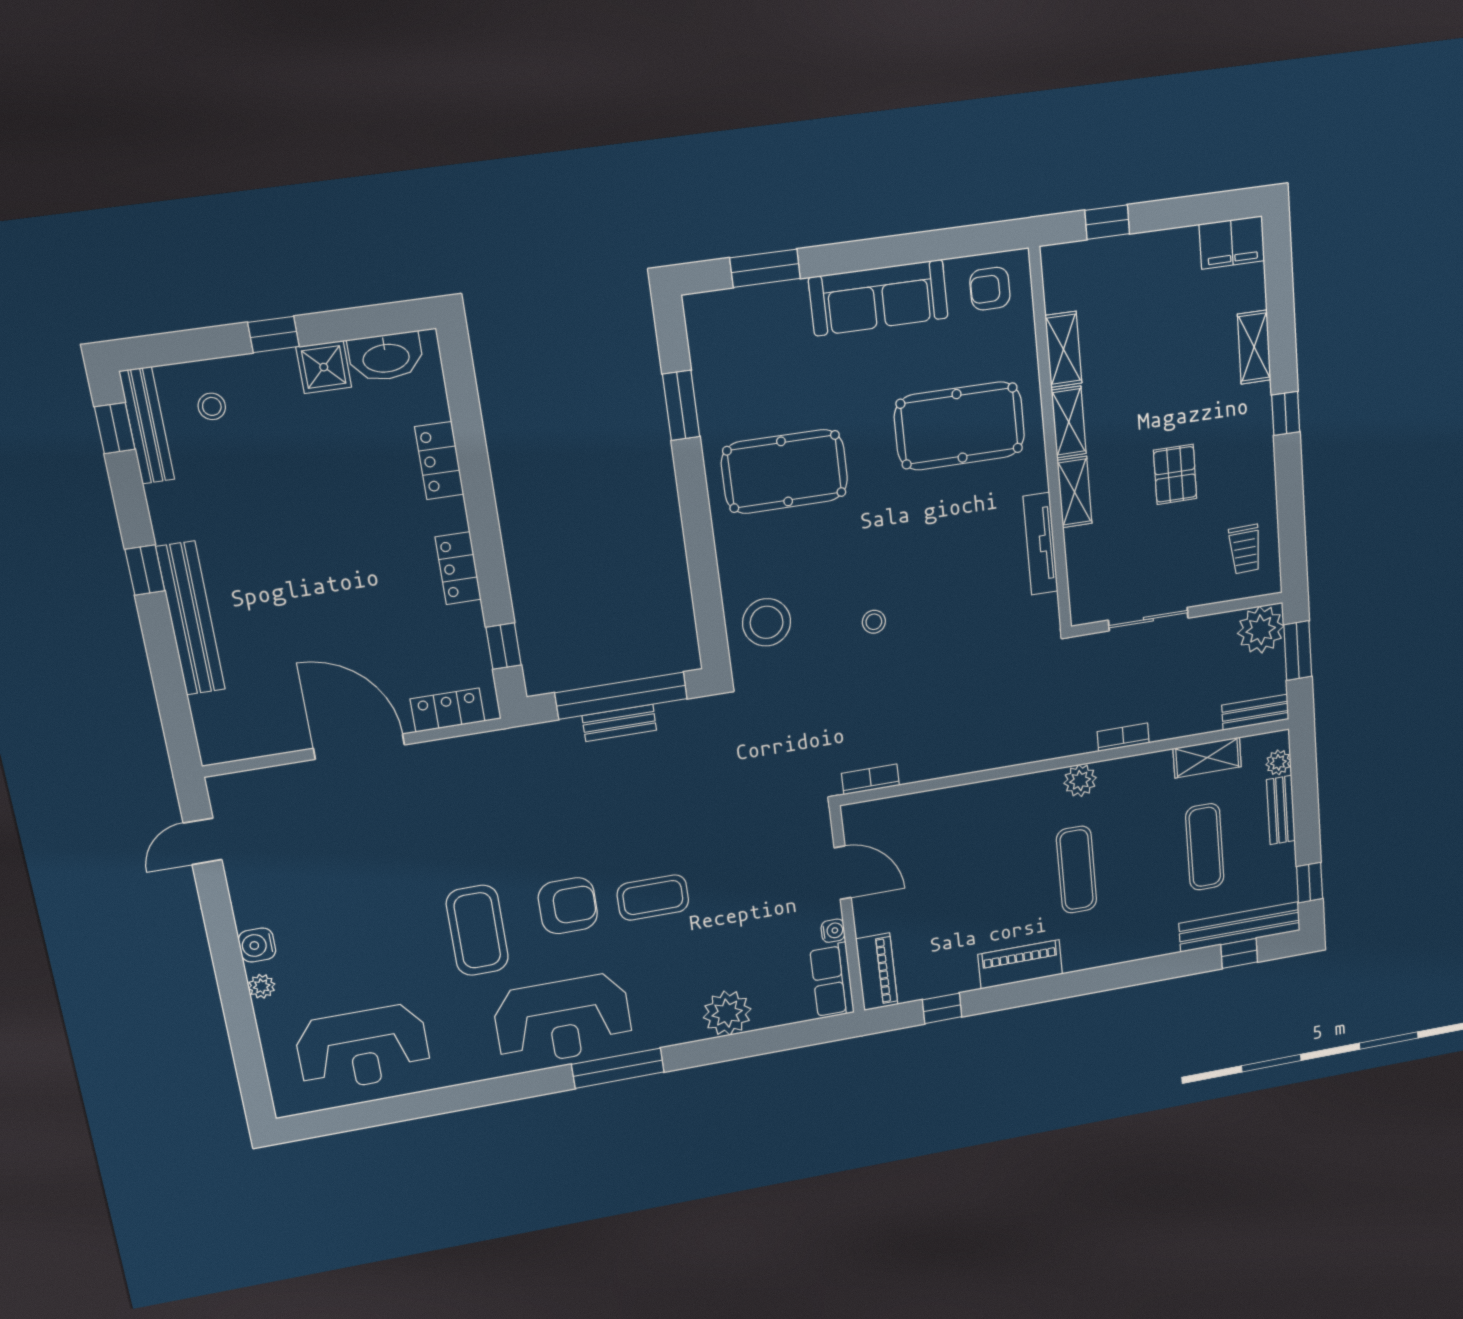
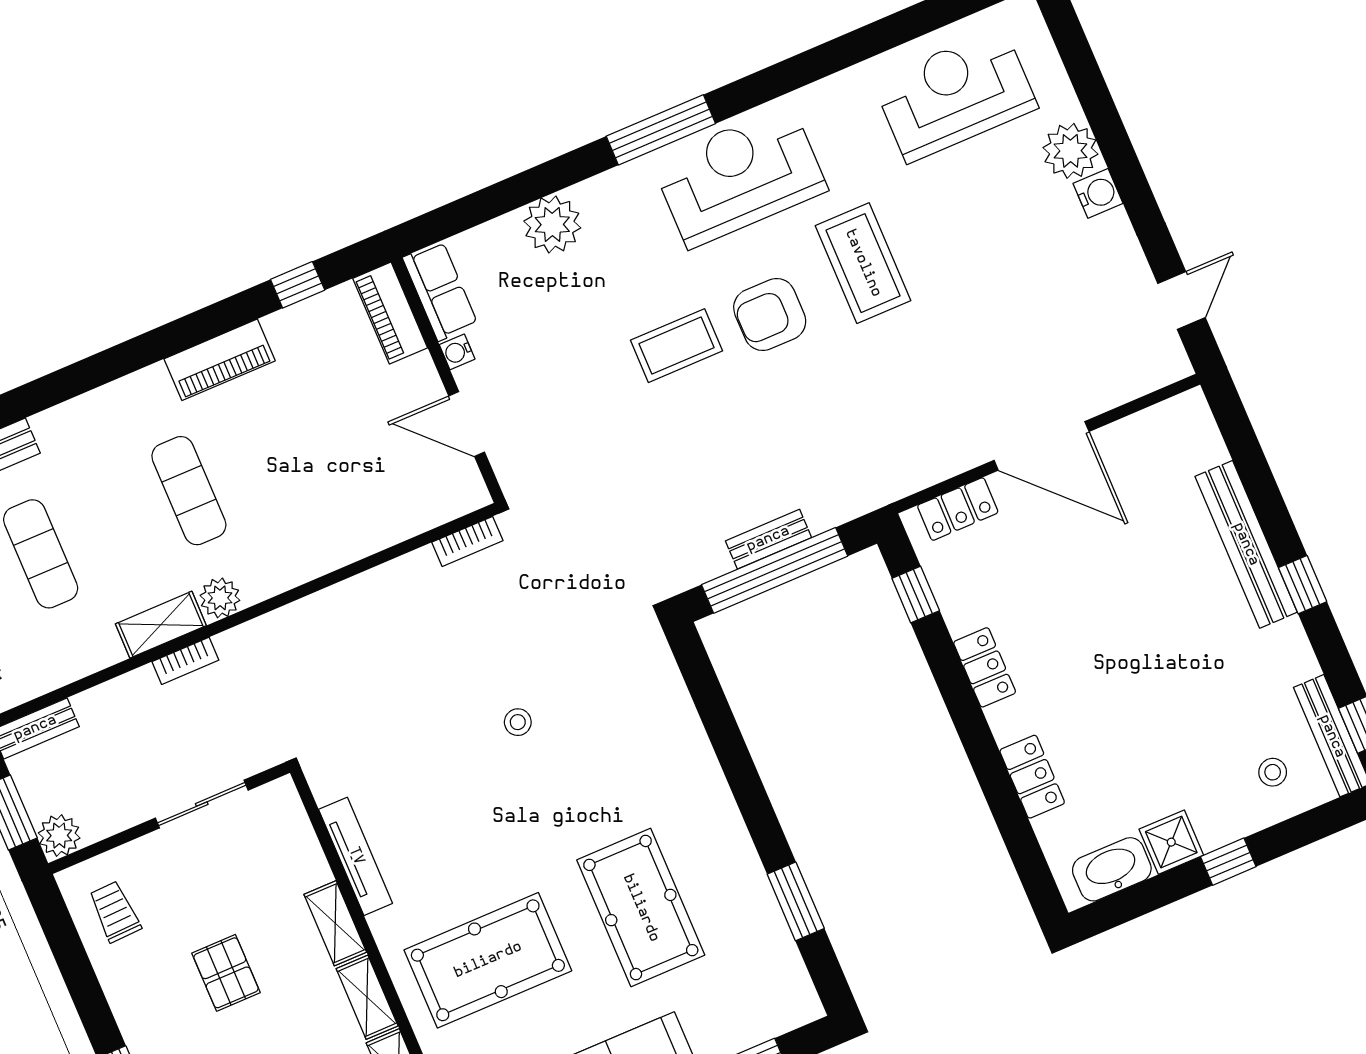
pool table: (785, 472) -> (641, 908), moved, turned 90
stool: (767, 622) -> (637, 692), removed
plant: (1261, 630) -> (59, 835), width x0.73, depth x0.73
shelving: (1207, 758) -> (161, 625), moved
plant: (262, 986) -> (1070, 151), width x1.88, depth x1.88

